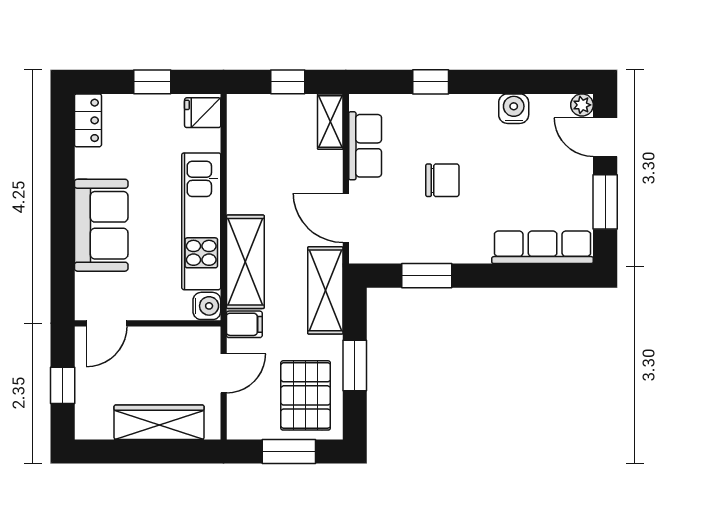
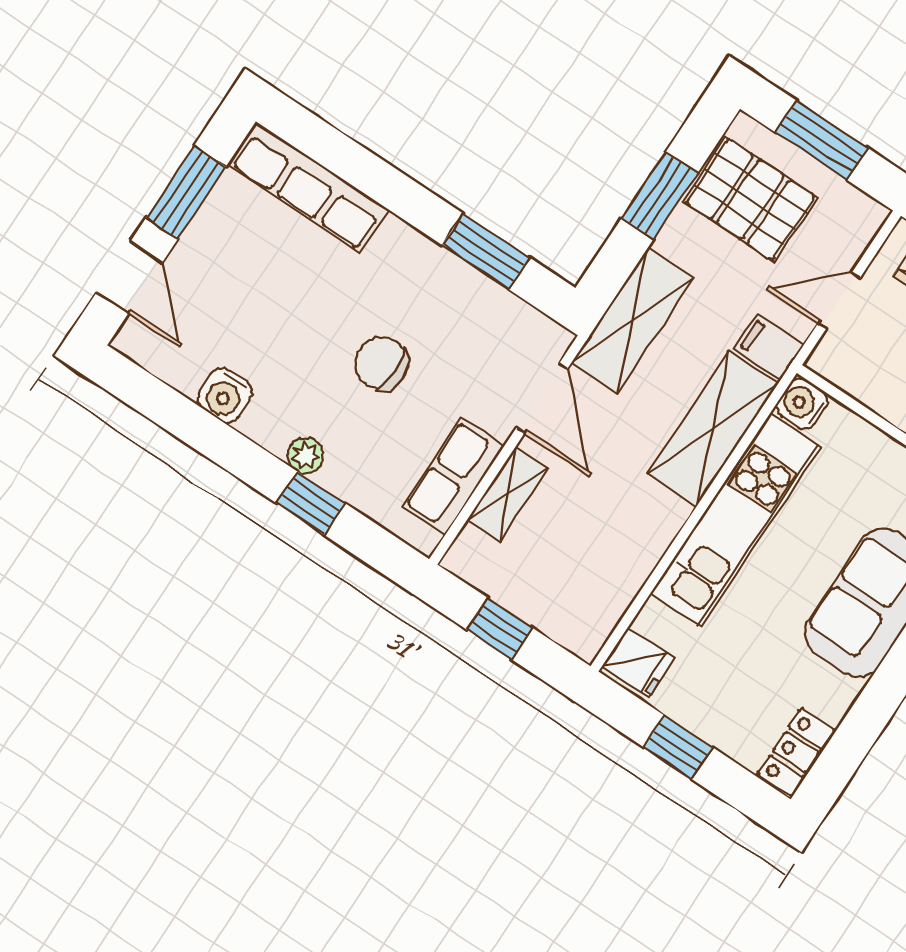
plant: (582, 105) -> (305, 456), moved
shelving: (330, 122) -> (508, 494), moved
pallet: (306, 395) -> (750, 199), turned 90

